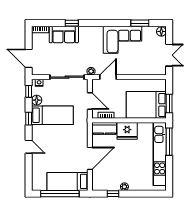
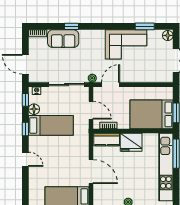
door: (90, 158) -> (91, 172), hinge flipped

